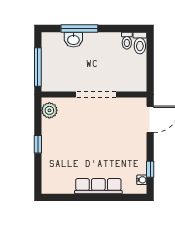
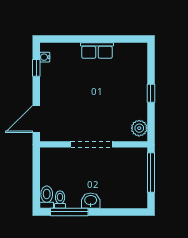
window: (79, 28) -> (69, 212), moved
washbasin: (73, 40) -> (91, 201), moved
row of seats: (98, 186) -> (97, 51), width x0.68

